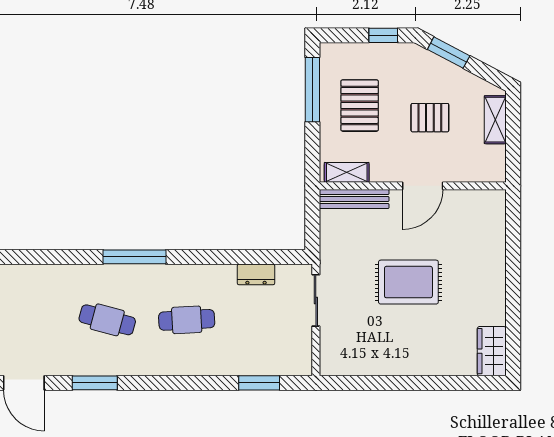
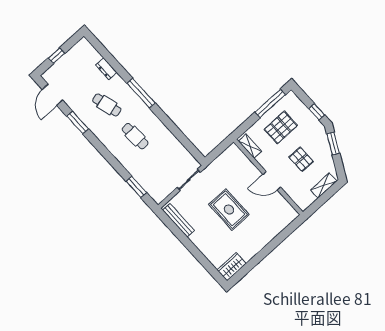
bench: (354, 199) -> (178, 220), moved
dresser: (256, 274) -> (106, 69), moved
cafe table: (107, 320) -> (107, 105), turned -30

